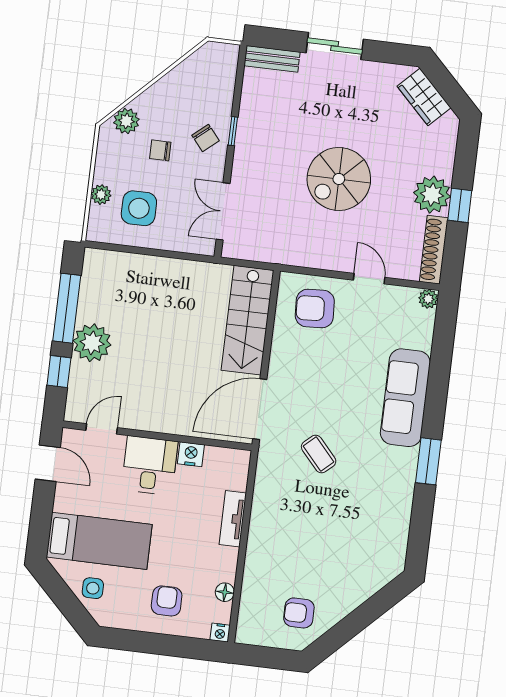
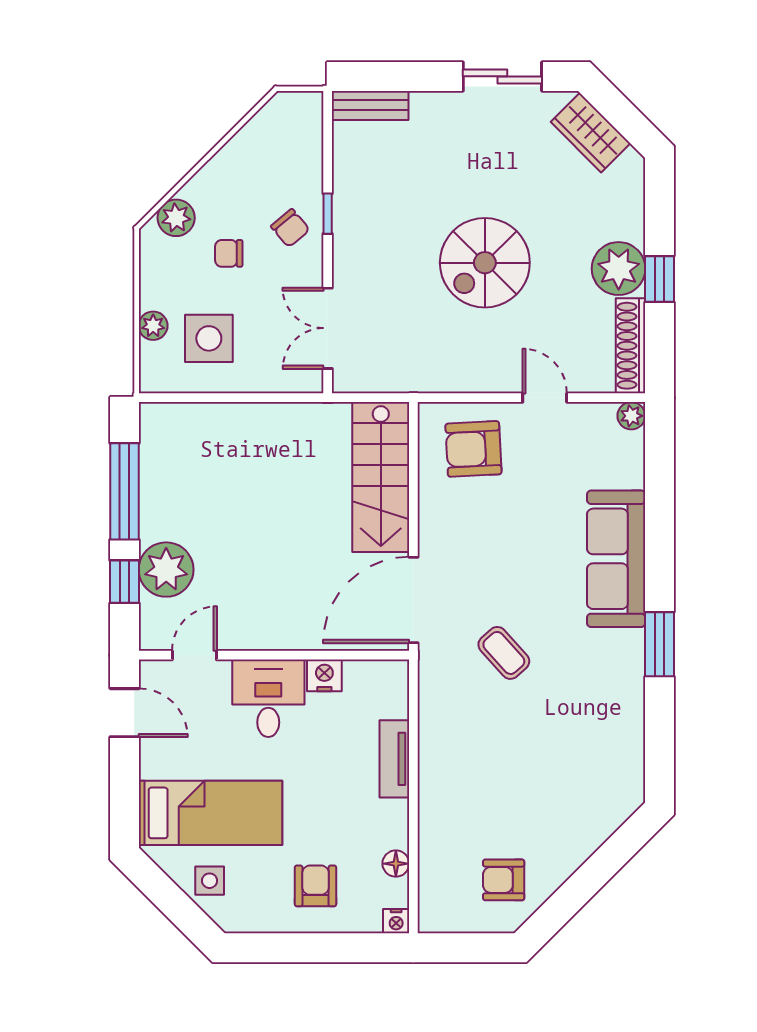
sliding door: (335, 46) -> (502, 76), moved
plant: (92, 343) -> (166, 570), moved

